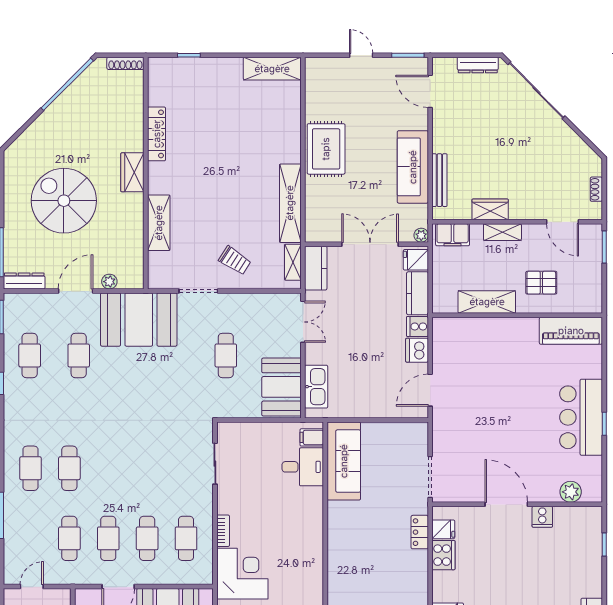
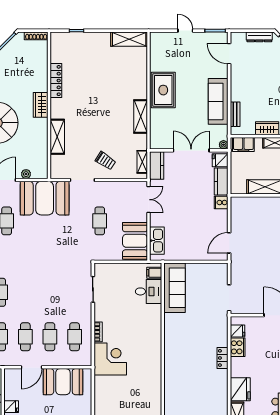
bench: (439, 180) -> (235, 114), width x0.73
shelving: (290, 203) -> (141, 116), width x0.68
dishwasher: (417, 350) -> (221, 218), removed
locker: (420, 532) -> (223, 358), moved

